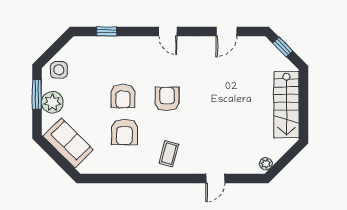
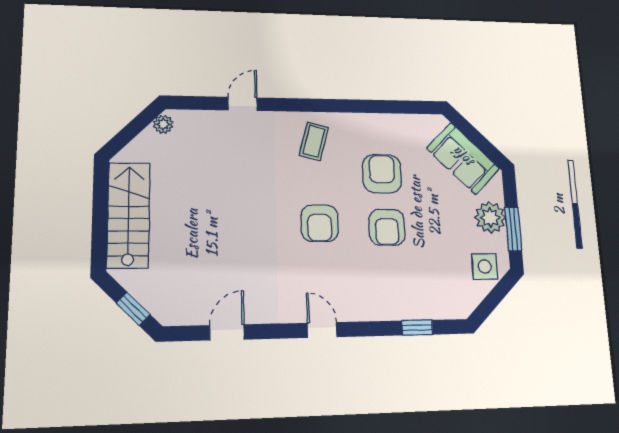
armchair: (123, 96) -> (387, 227), turned 180

